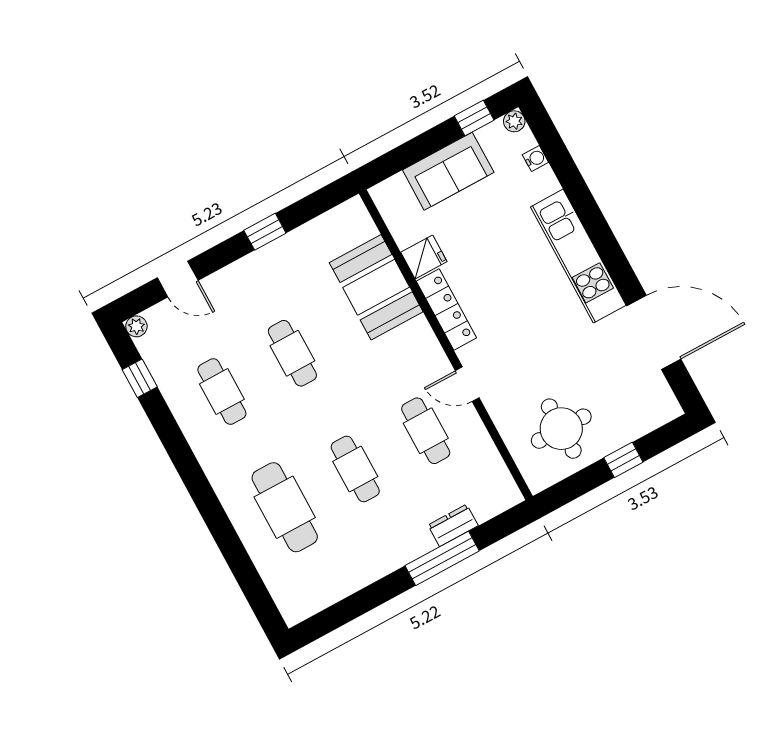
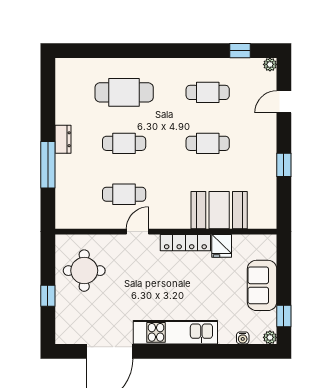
dresser: (453, 525) -> (63, 139), moved

